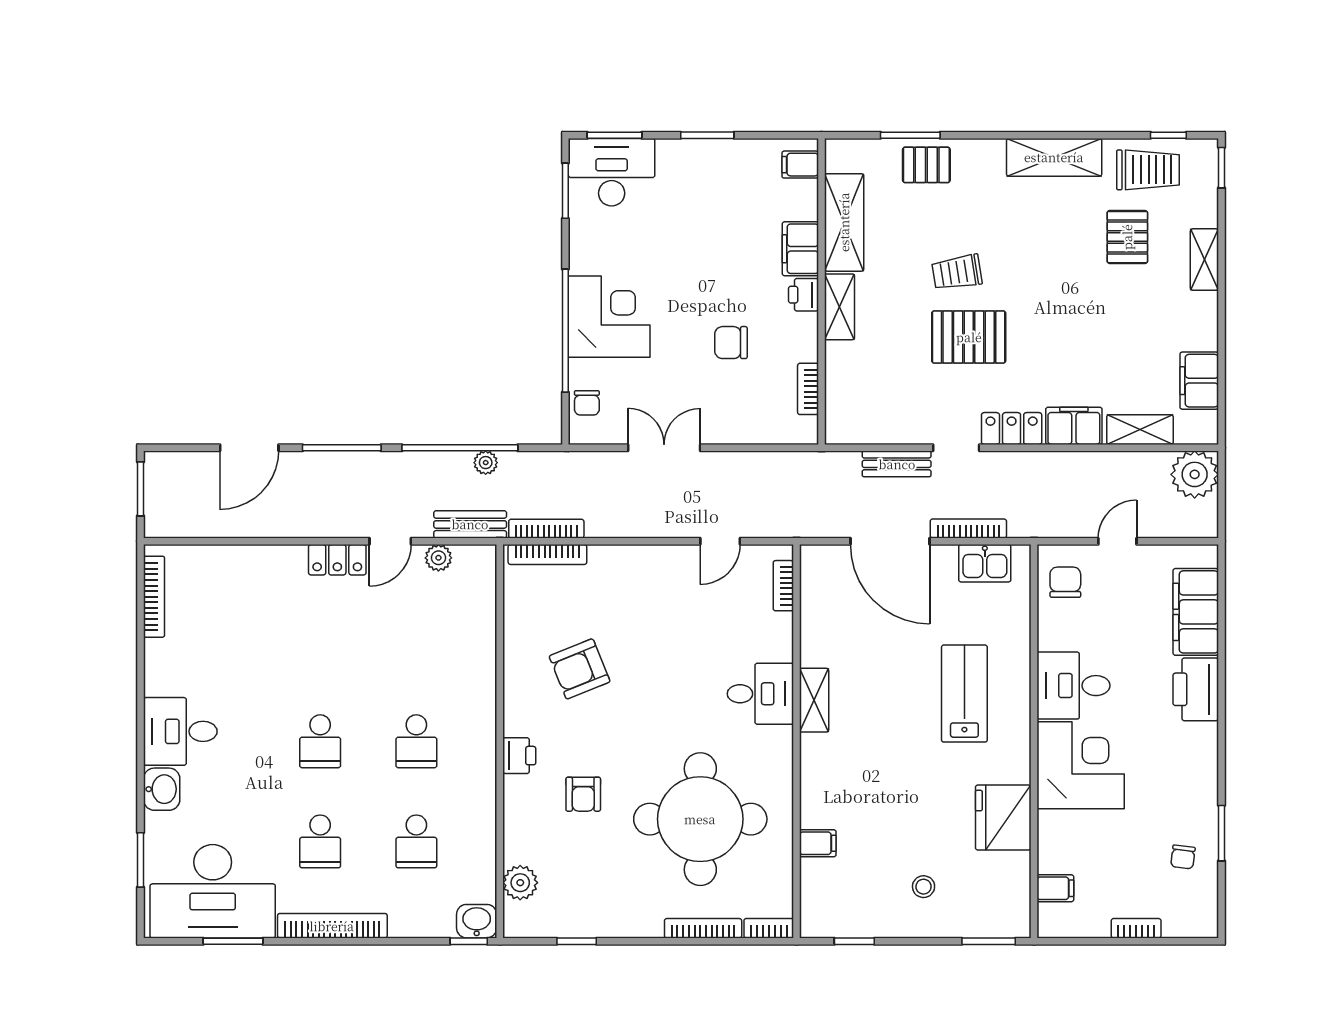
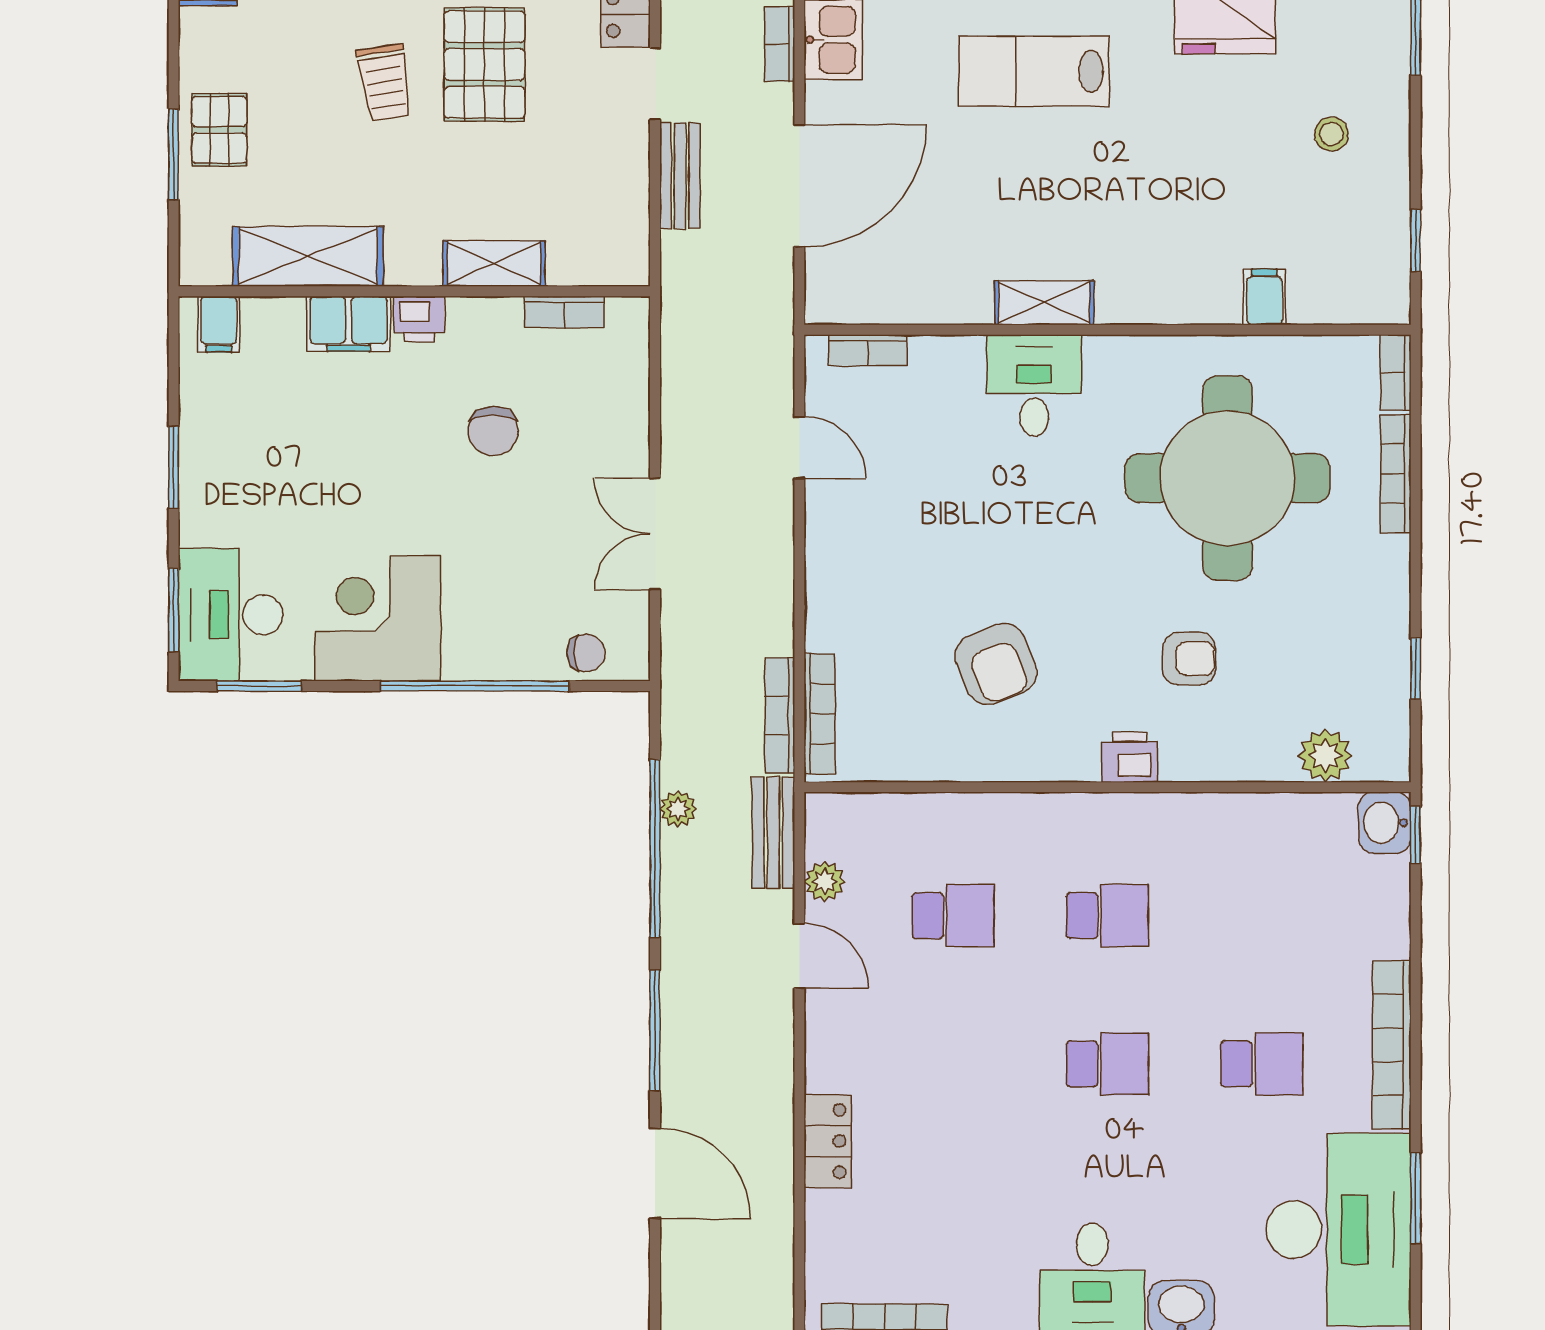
shelving: (840, 307) -> (494, 264), moved
corner desk: (609, 317) -> (378, 619), moved
bookcase: (968, 529) -> (780, 44), width x0.64
locker: (337, 560) -> (828, 1141), moved
school desk: (416, 841) -> (953, 916), moved

